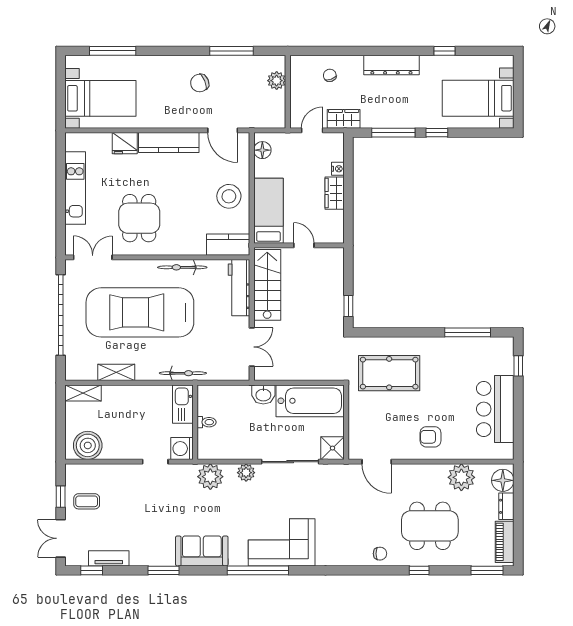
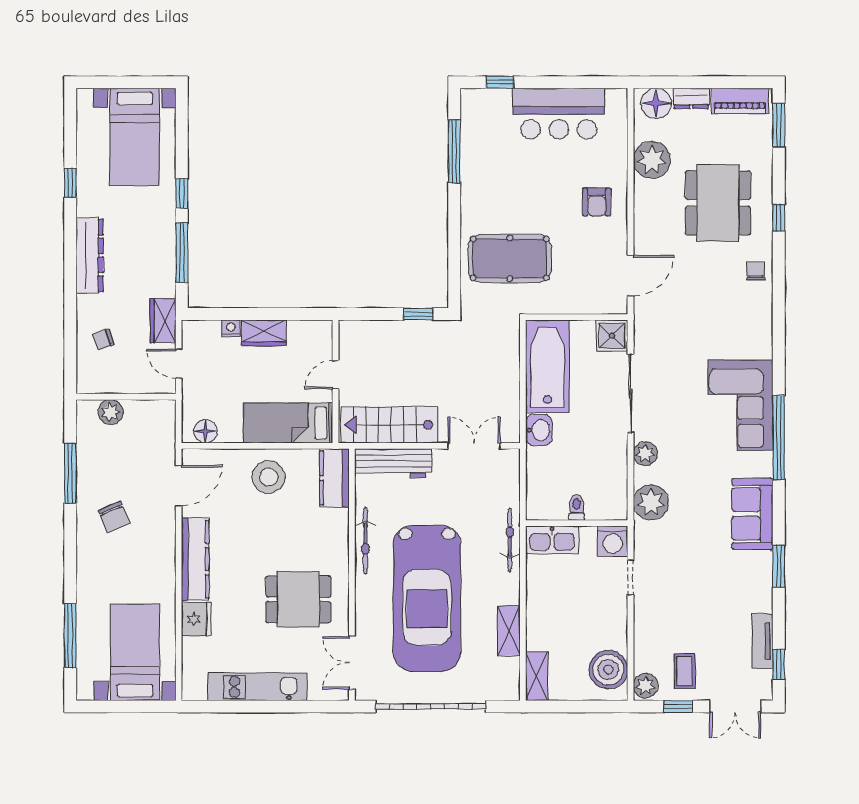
pool table: (389, 373) -> (510, 258), turned 90
plant: (76, 473) -> (646, 686), added

